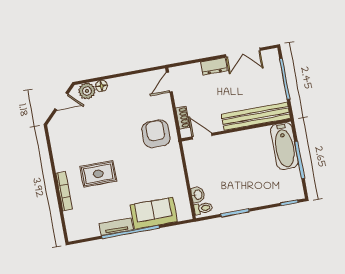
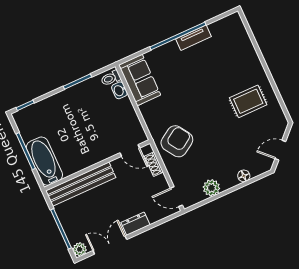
plant: (272, 55) -> (80, 249), added
door: (169, 82) -> (176, 197), swing flipped
plant: (87, 91) -> (211, 188), moved
armchair: (156, 134) -> (177, 141), turned -123
rug: (98, 174) -> (248, 101), moved
bookcase: (64, 191) -> (255, 60), removed
sofa: (154, 213) -> (140, 80), moved, turned -90

